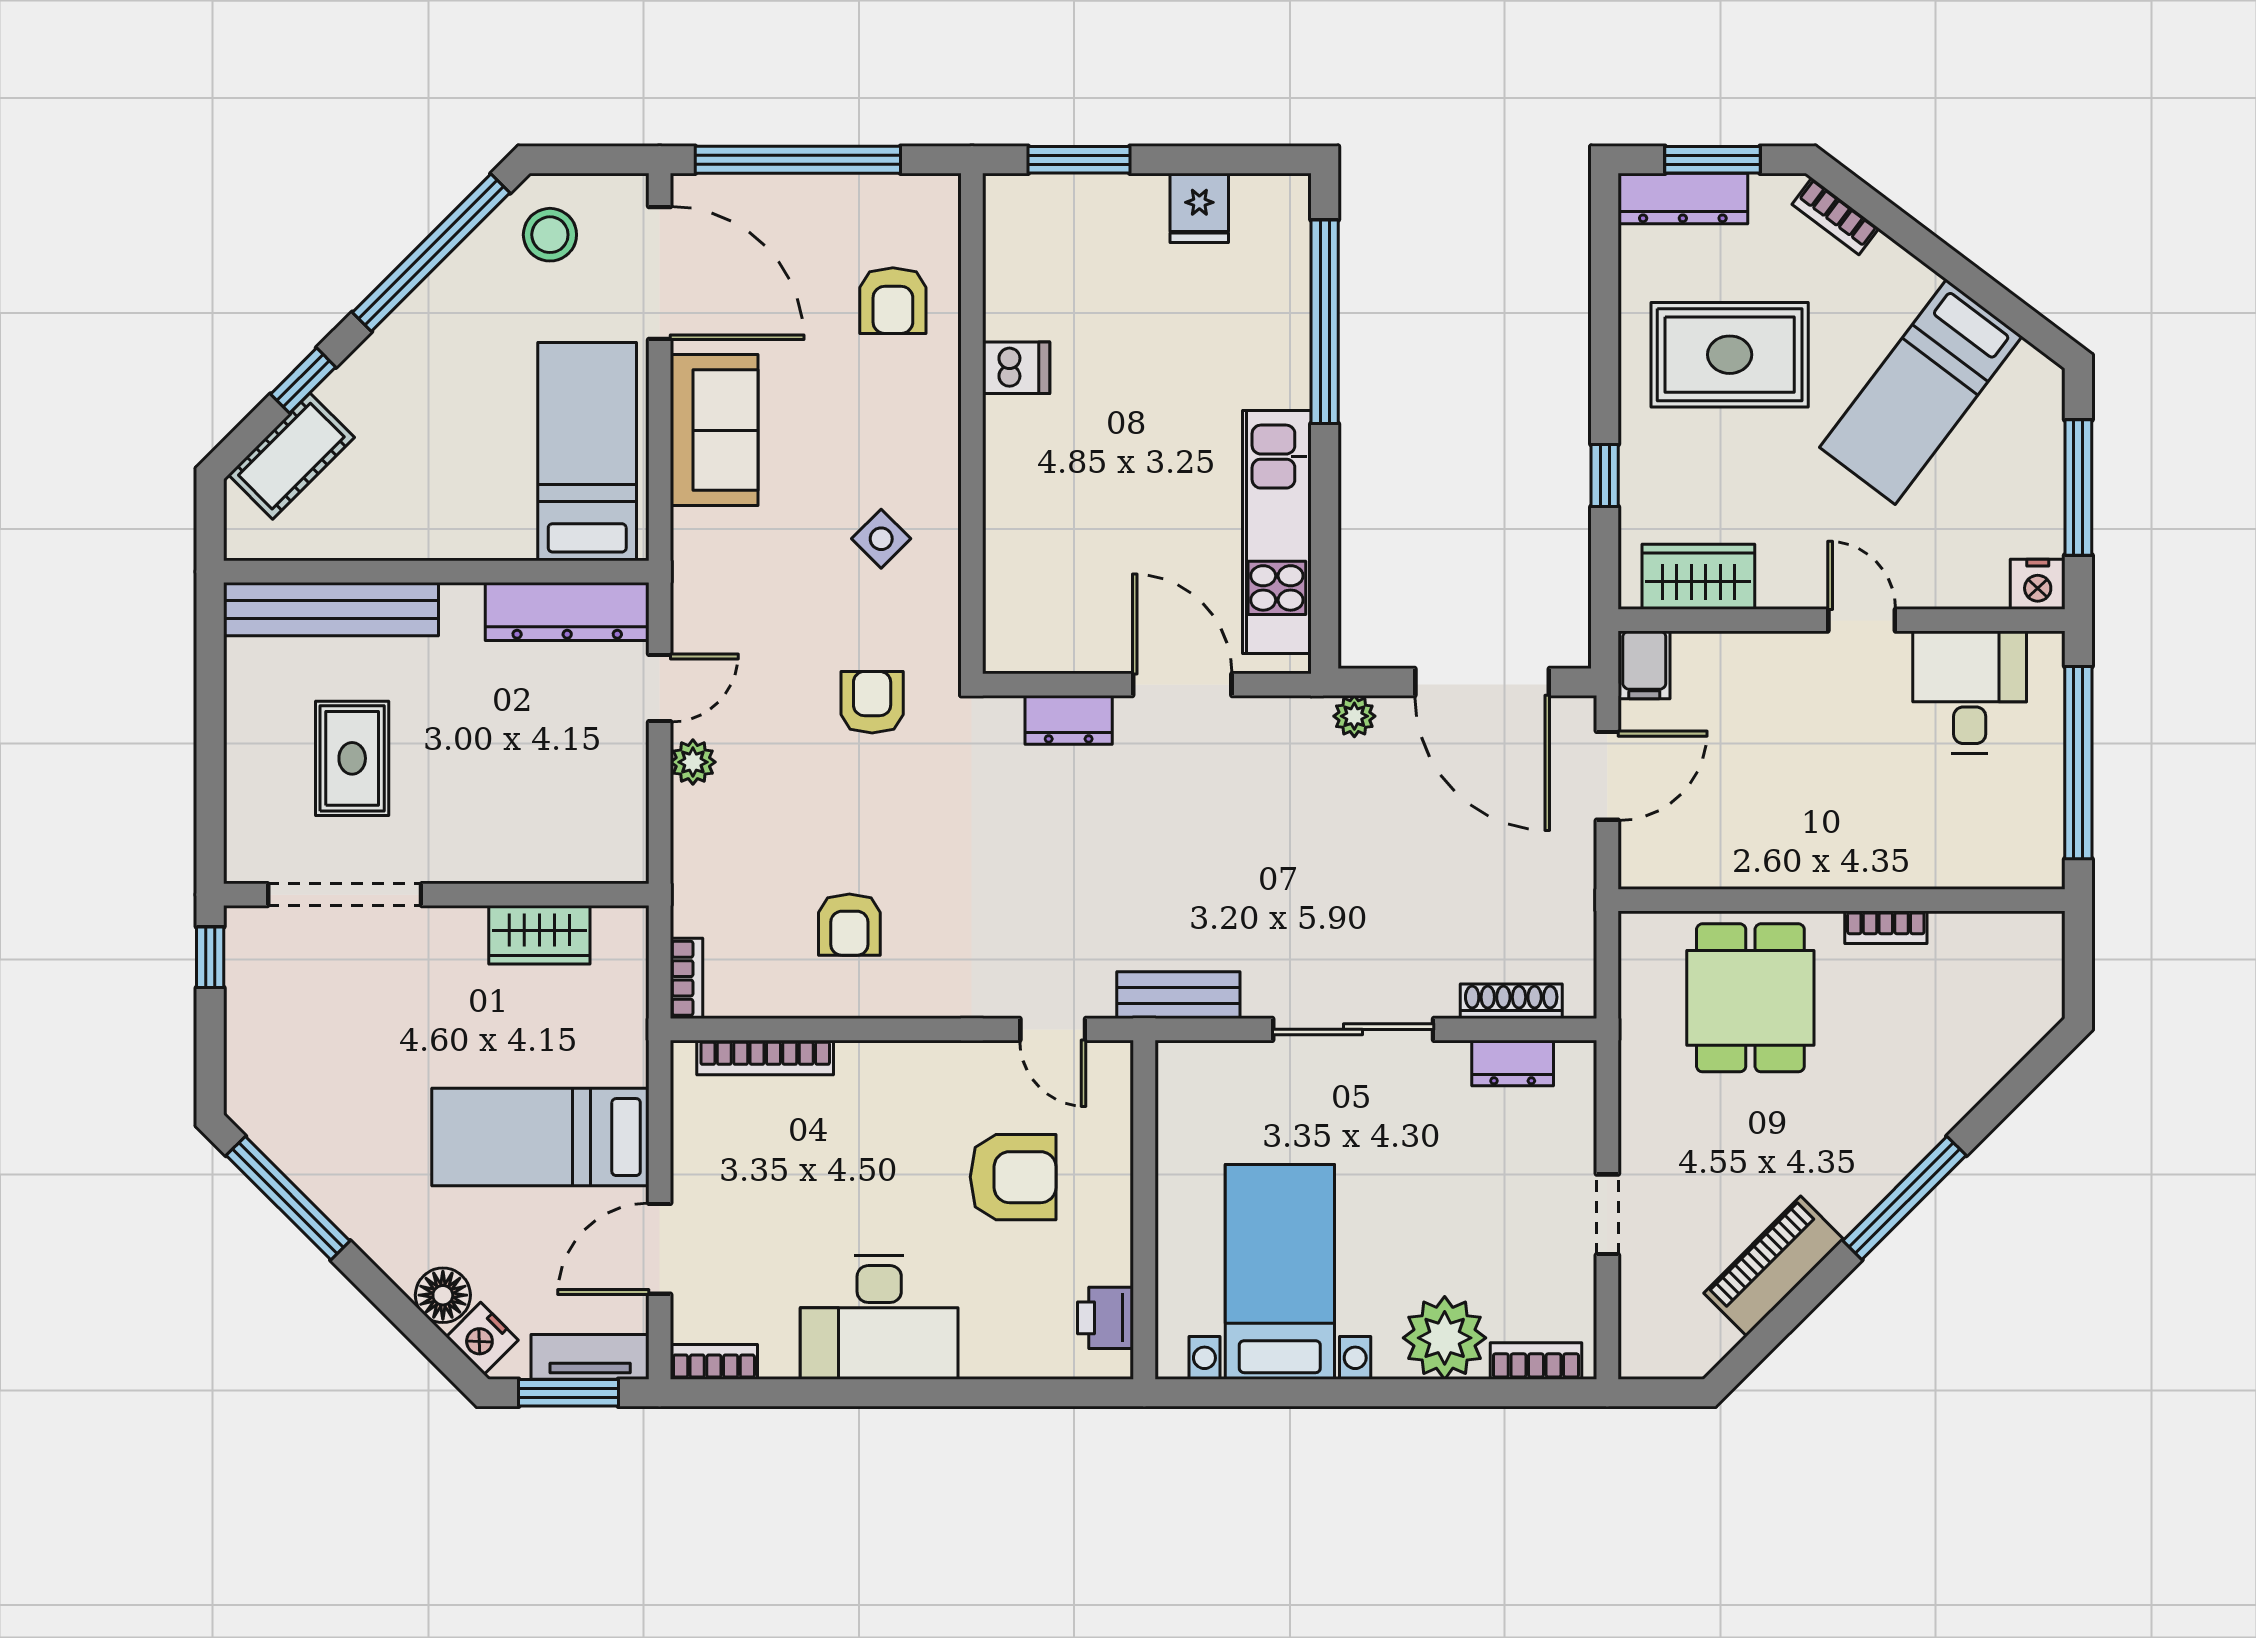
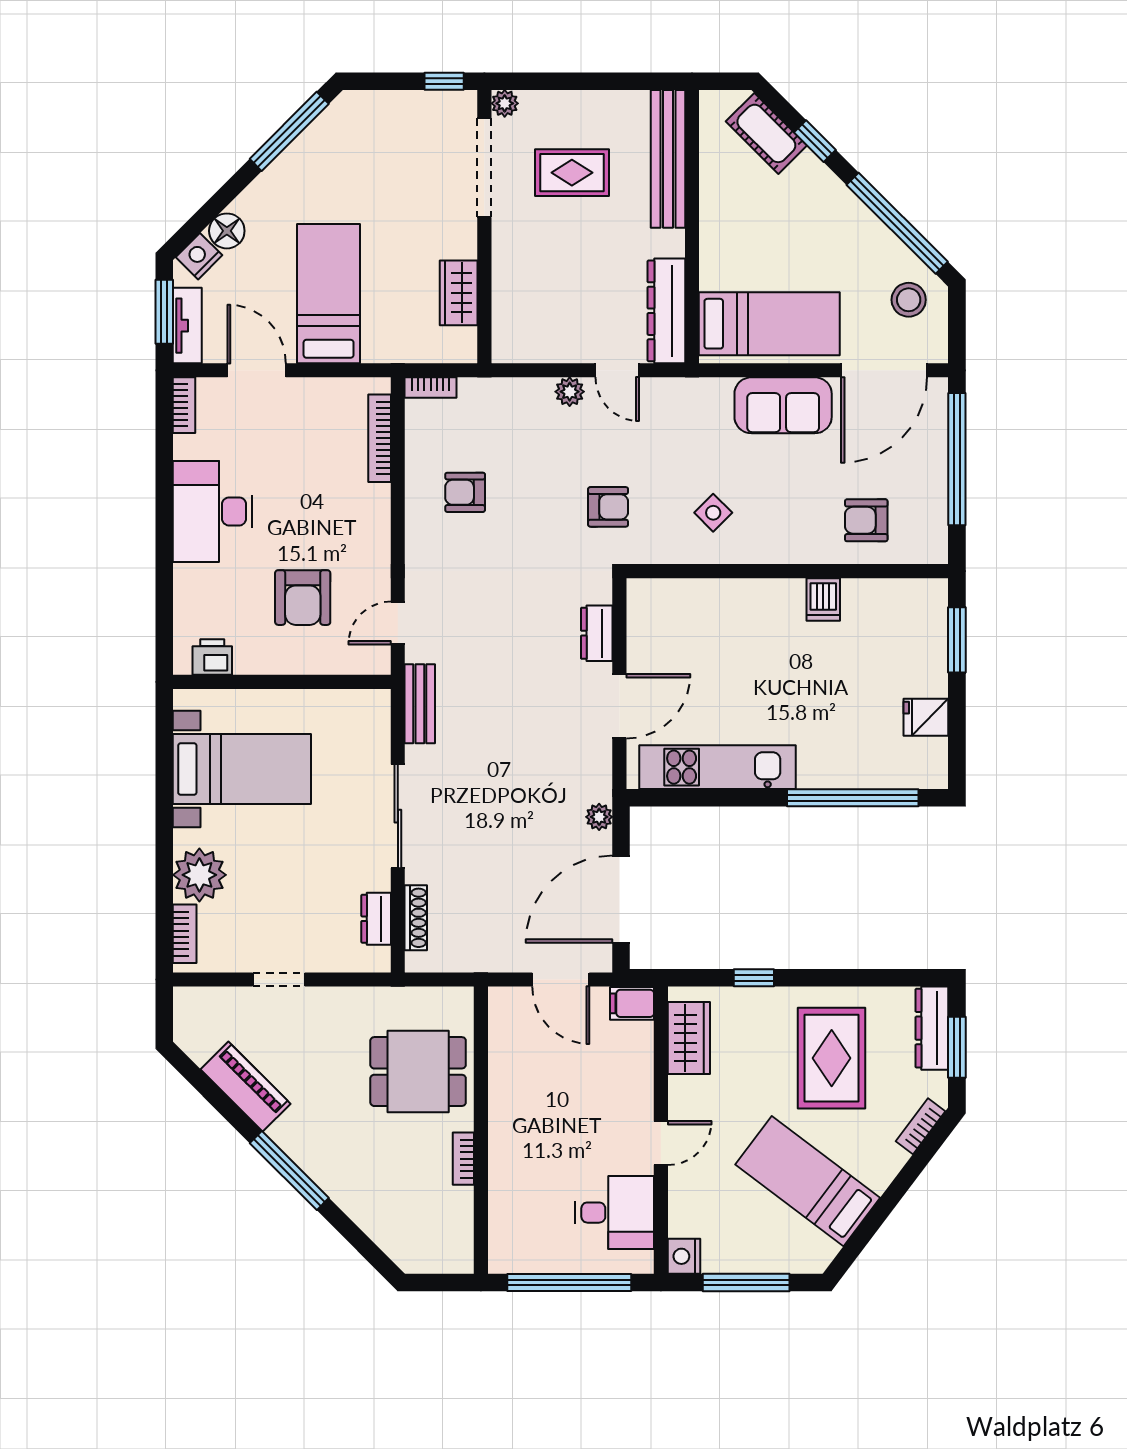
plant: (244, 863) -> (505, 103), added

